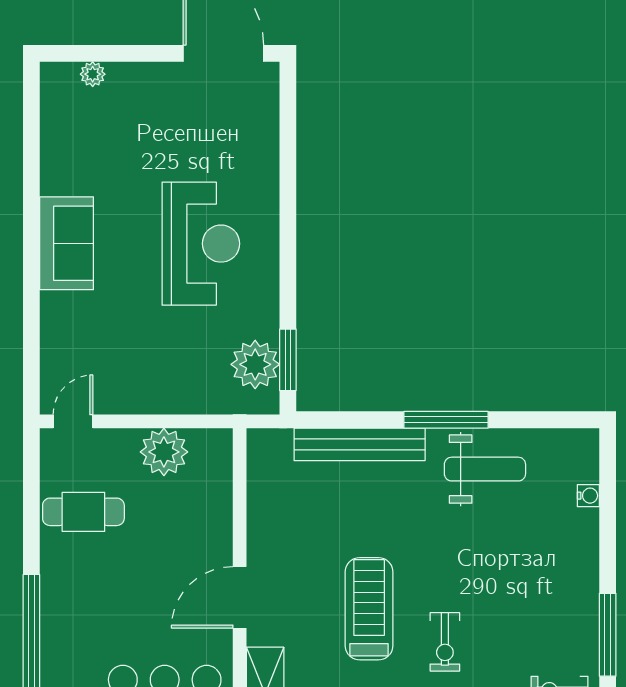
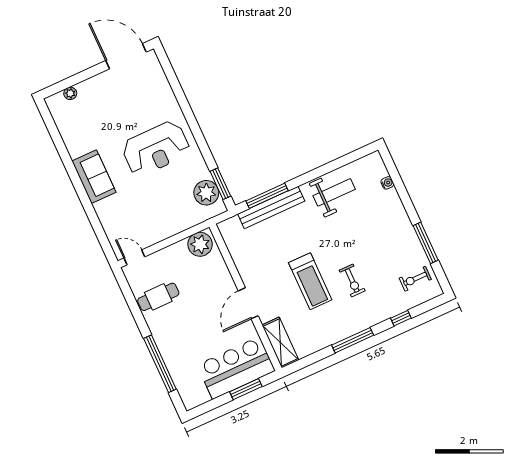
reception desk: (201, 244) -> (156, 149), turned 90
window: (446, 420) -> (267, 196), moved
door: (73, 421) -> (134, 257), hinge flipped
plant: (164, 452) -> (200, 244), moved
treadmill: (369, 609) -> (310, 281), turned 180

